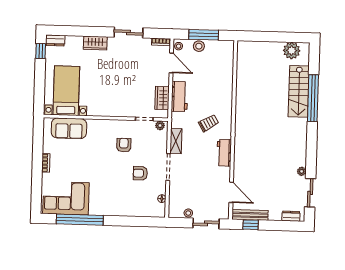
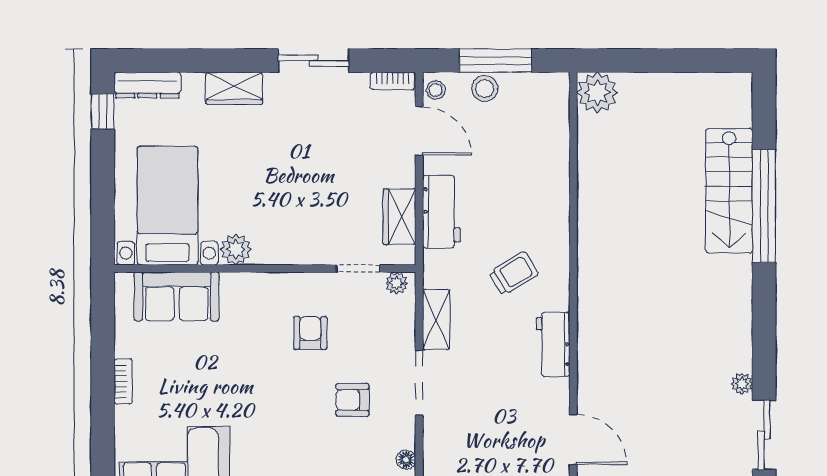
dresser: (55, 40) -> (147, 85), width x1.44
plant: (292, 51) -> (597, 93), moved
plant: (94, 110) -> (236, 249), added

